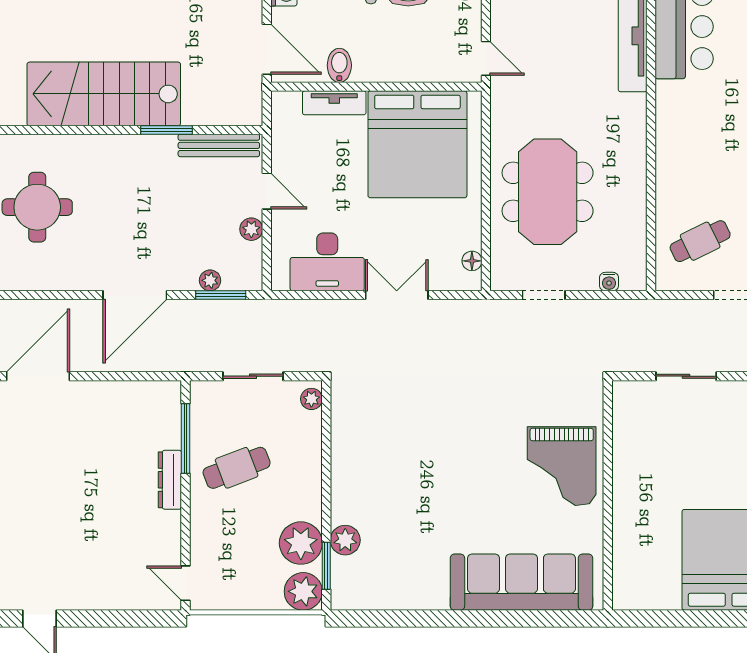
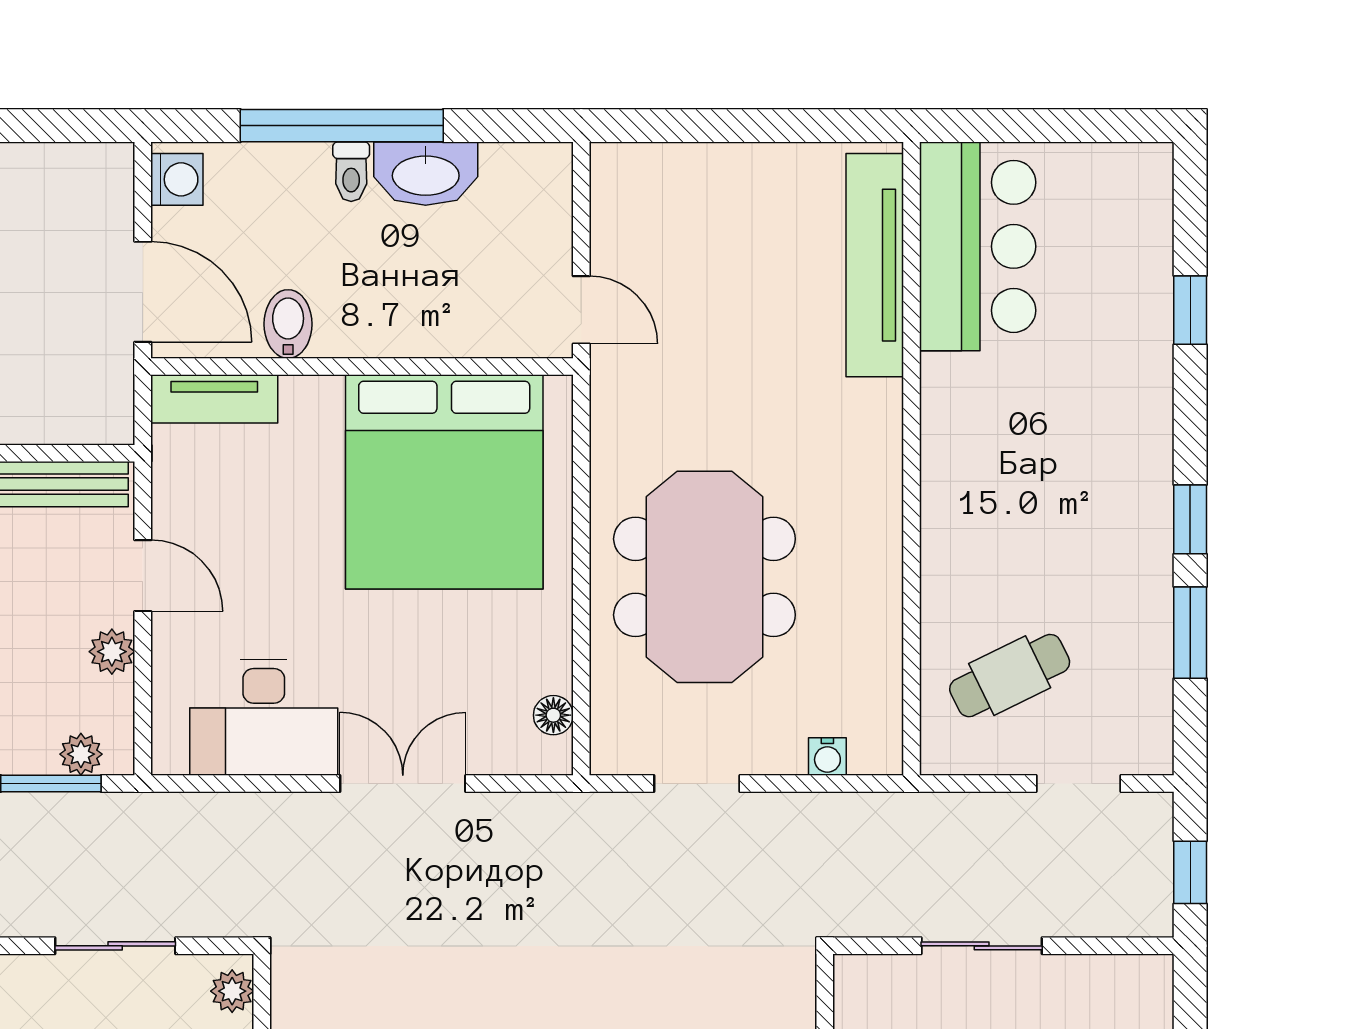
tv unit: (334, 103) -> (214, 399), moved
plant: (210, 280) -> (81, 754), moved

